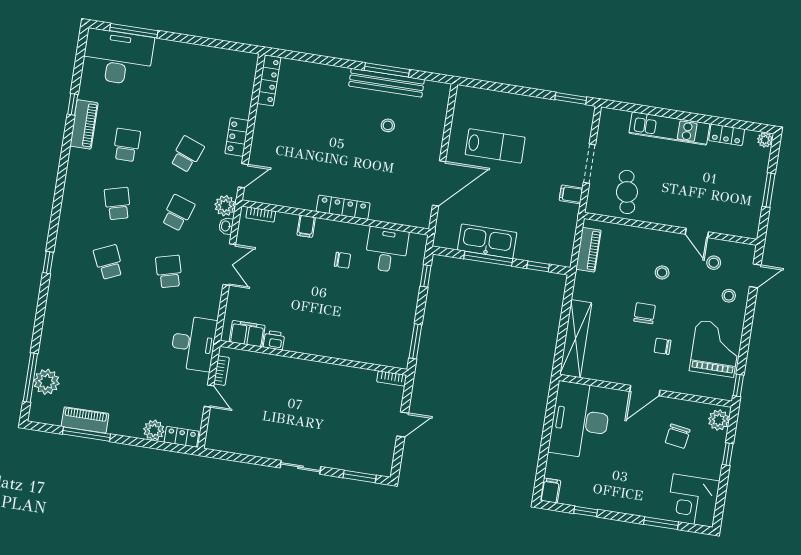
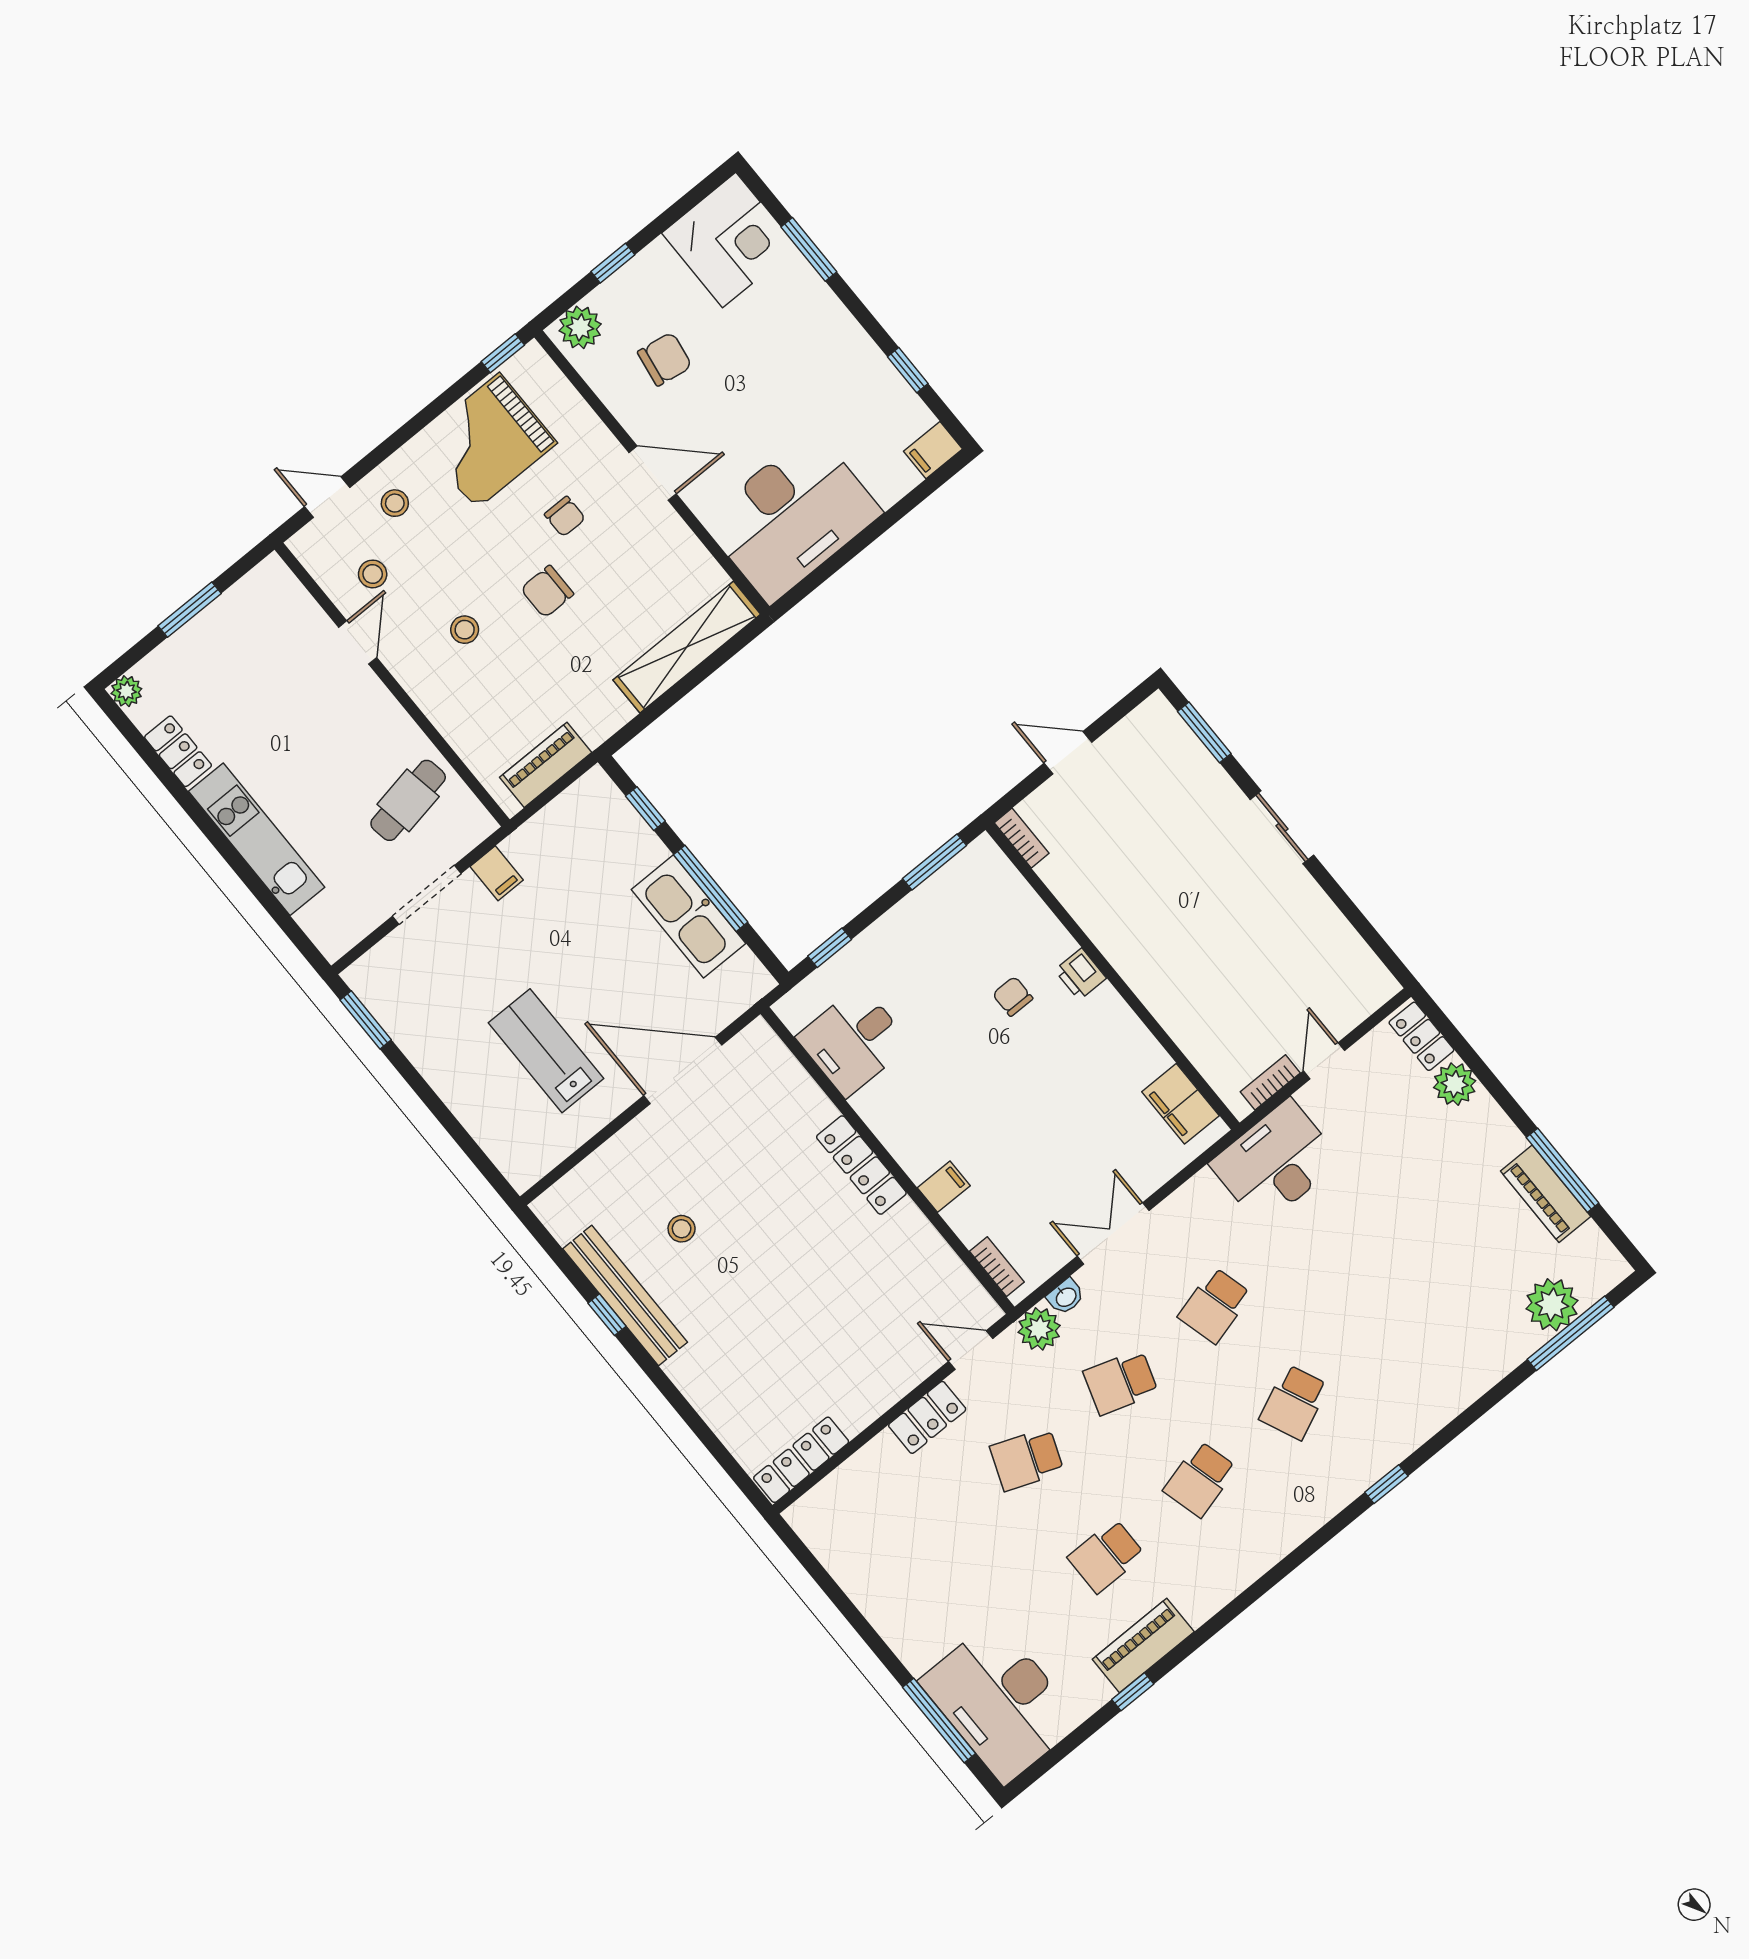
window: (387, 70) -> (607, 1315), width x0.46
chair: (342, 260) -> (1013, 996), moved
printer: (274, 340) -> (1080, 974), moved

